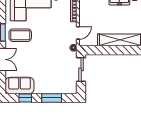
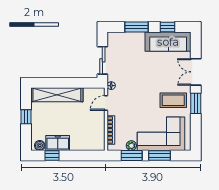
sofa: (20, 86) -> (168, 42), width x1.36

